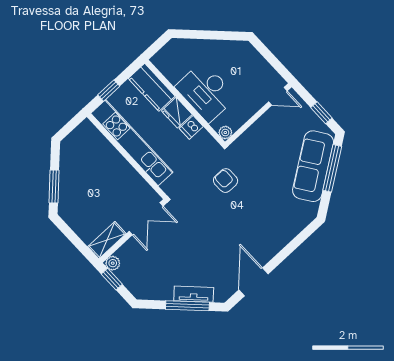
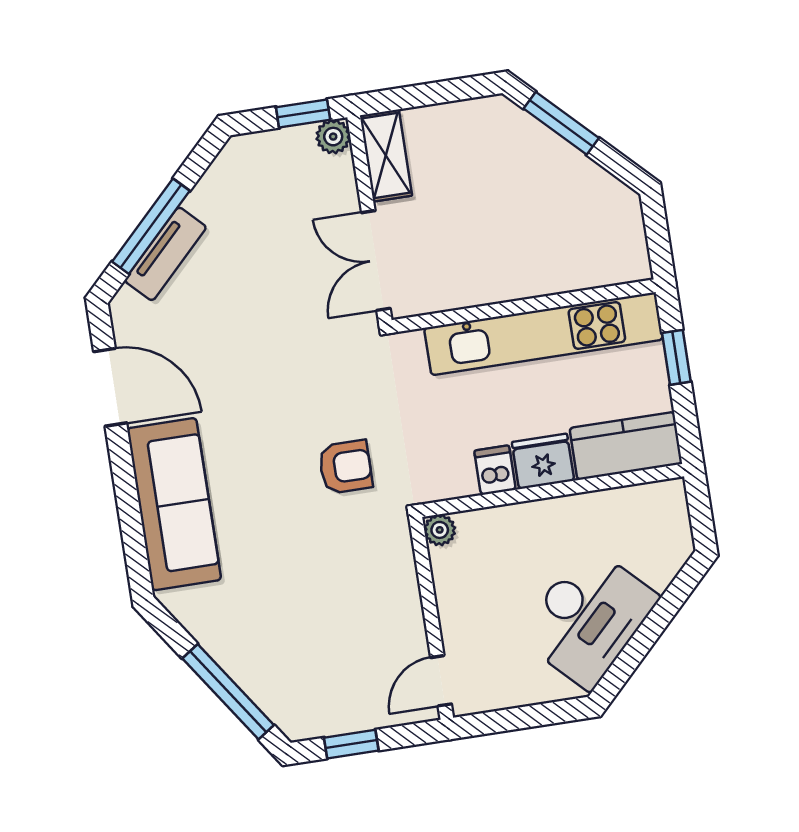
desk: (206, 92) -> (588, 617), moved, turned 135
sofa: (313, 166) -> (174, 504), moved, turned 34

